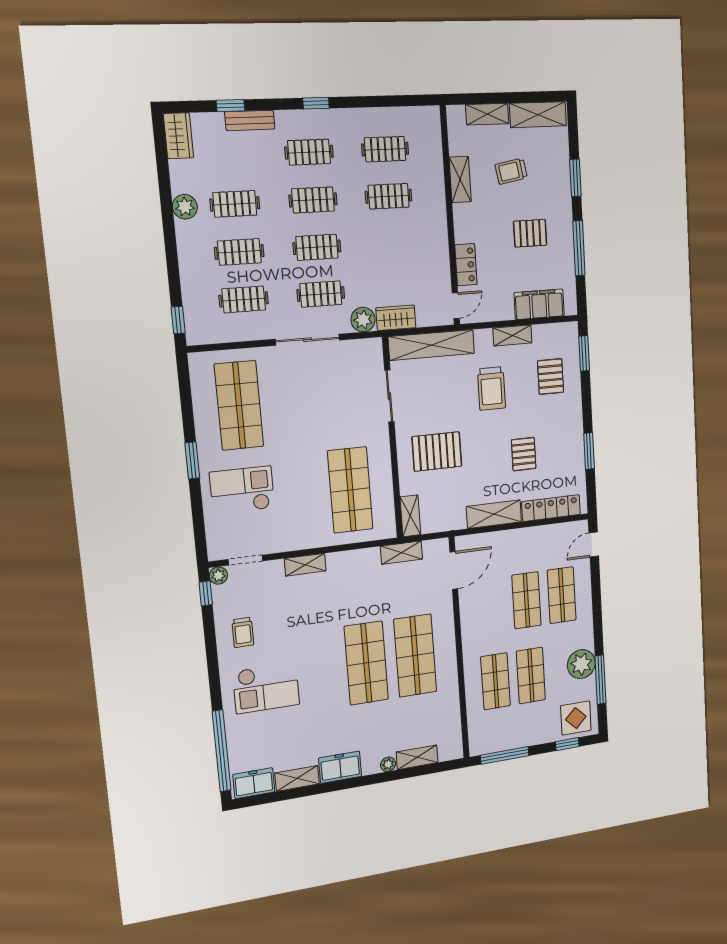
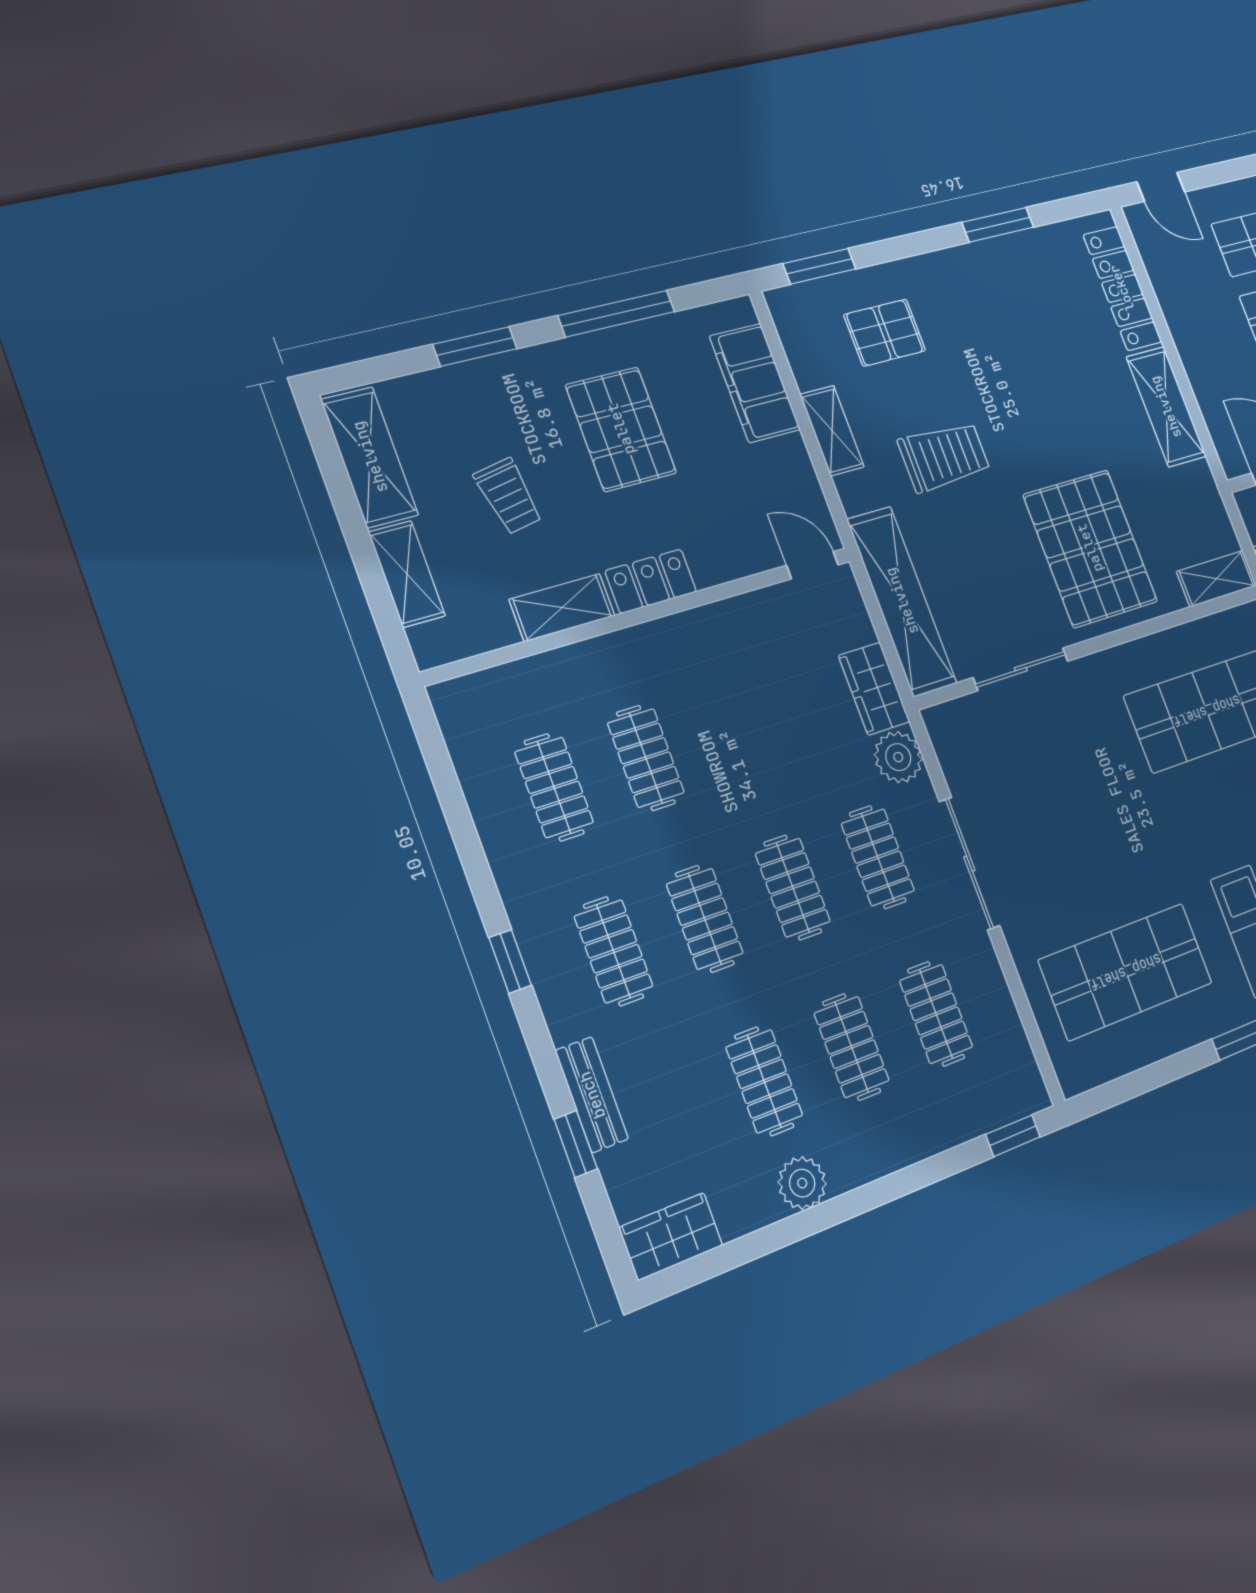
pallet: (530, 233) -> (621, 429), width x1.50, depth x1.42
locker: (466, 265) -> (651, 581), moved
pallet: (437, 451) -> (1090, 548), width x1.37, depth x1.41
pallet: (524, 454) -> (1043, 364), removed

